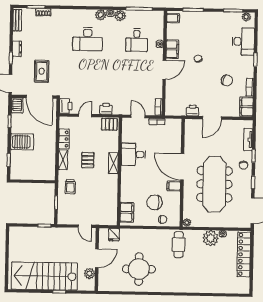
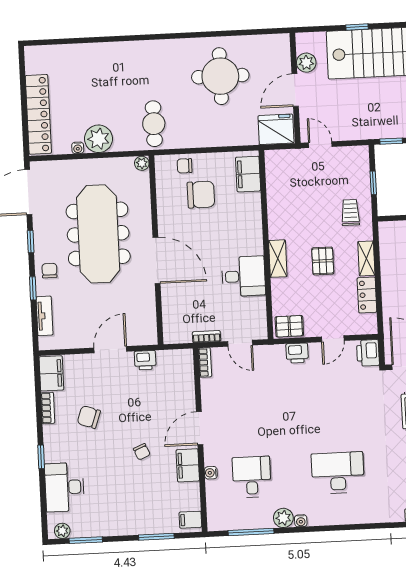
plant: (101, 15) -> (318, 517), removed
filing cabinet: (174, 186) -> (169, 226), removed
fridge: (114, 235) -> (276, 129), width x1.88, depth x1.34

